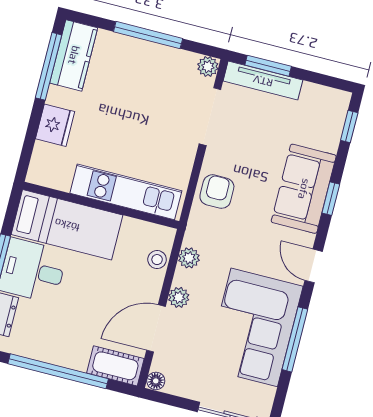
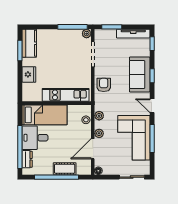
window: (148, 35) -> (73, 27), moved
window: (49, 66) -> (20, 50), width x0.69
tv unit: (263, 81) -> (133, 34), moved
cot: (115, 366) -> (65, 169), moved

